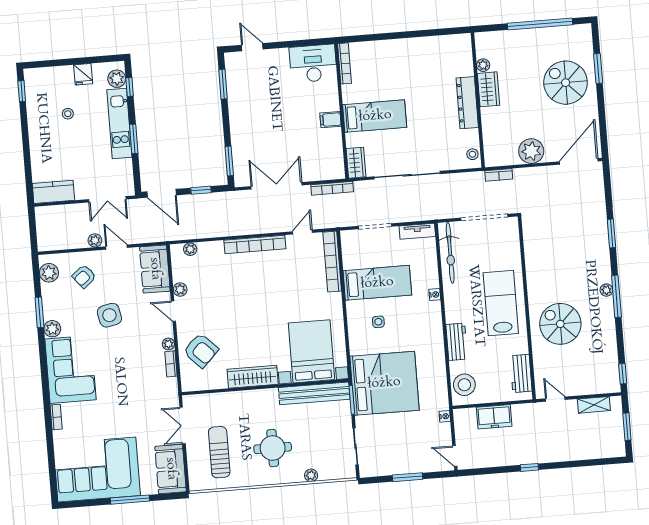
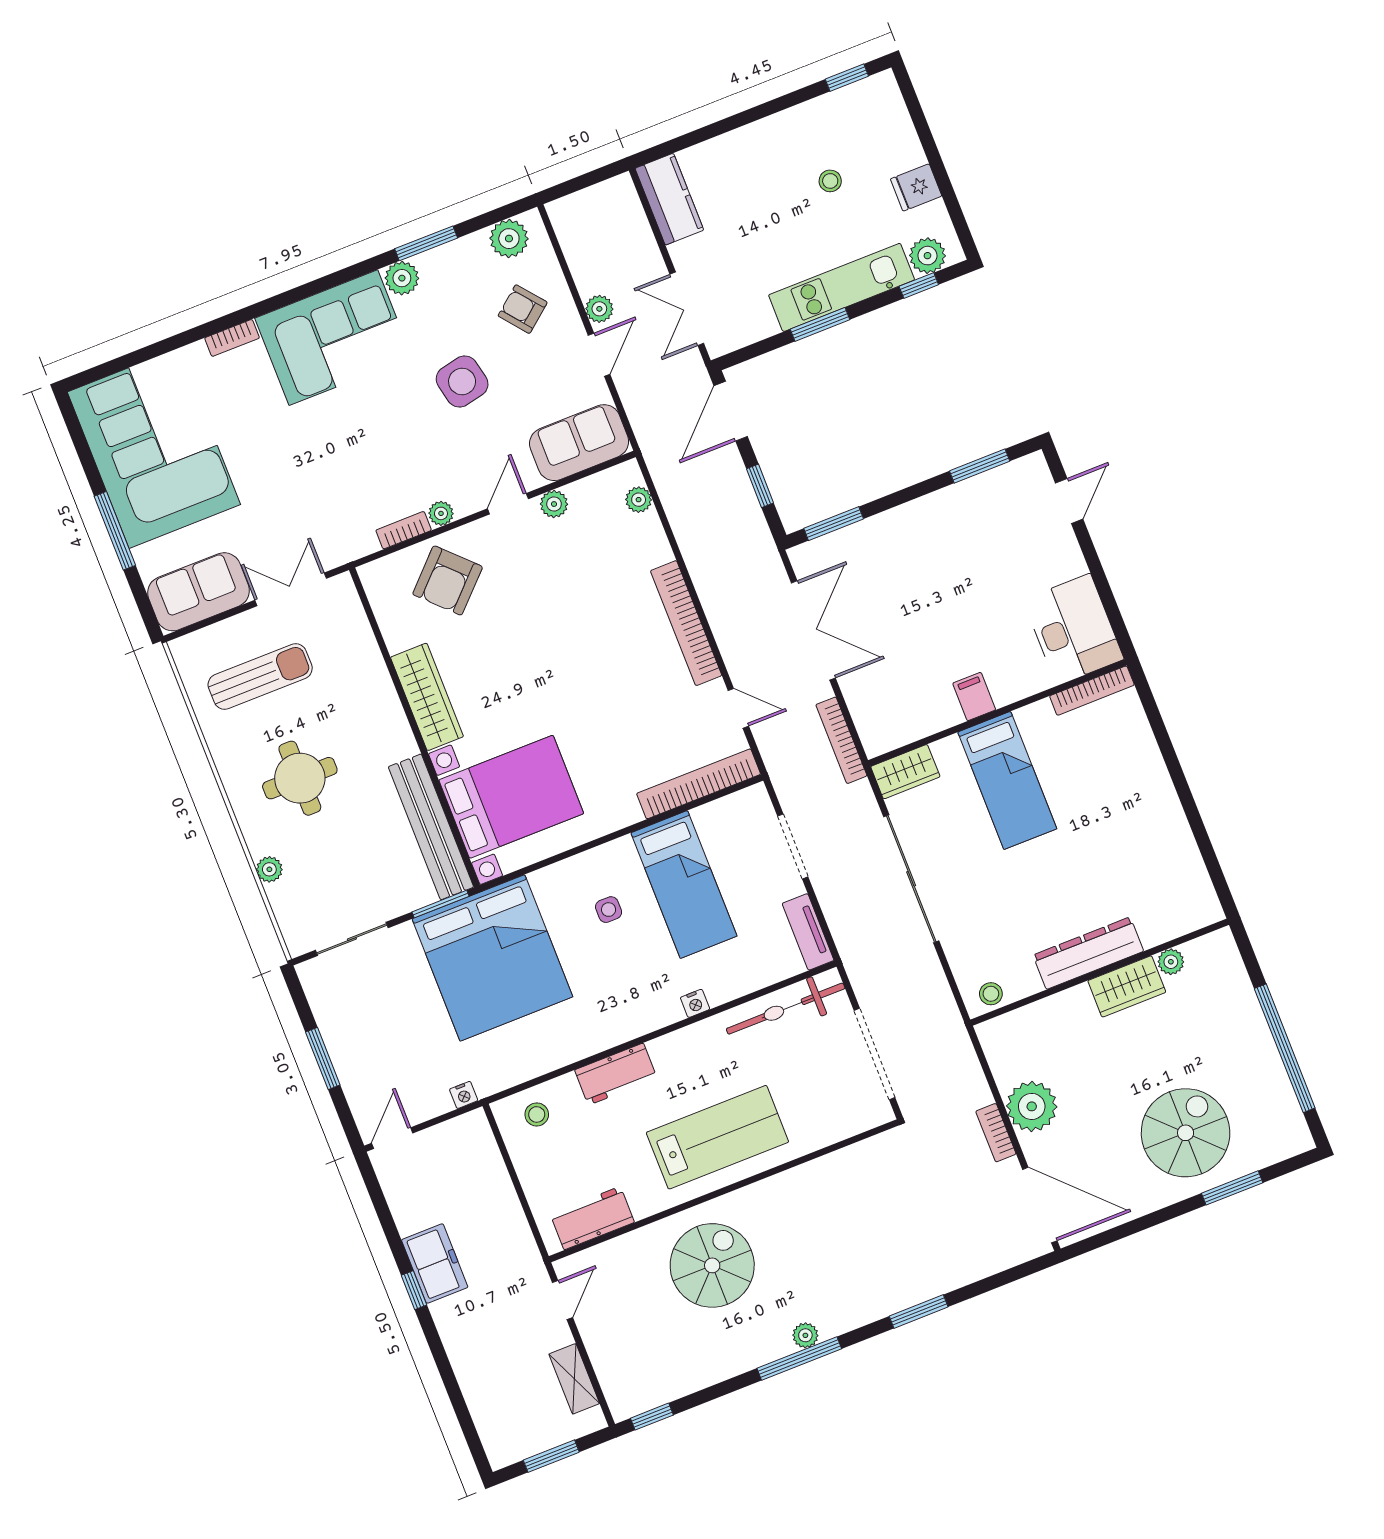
bookcase: (499, 175) -> (996, 1133), moved
stool: (464, 385) -> (537, 1114), width x0.53, depth x0.53
freezer: (494, 417) -> (435, 1264), moved, turned 180

